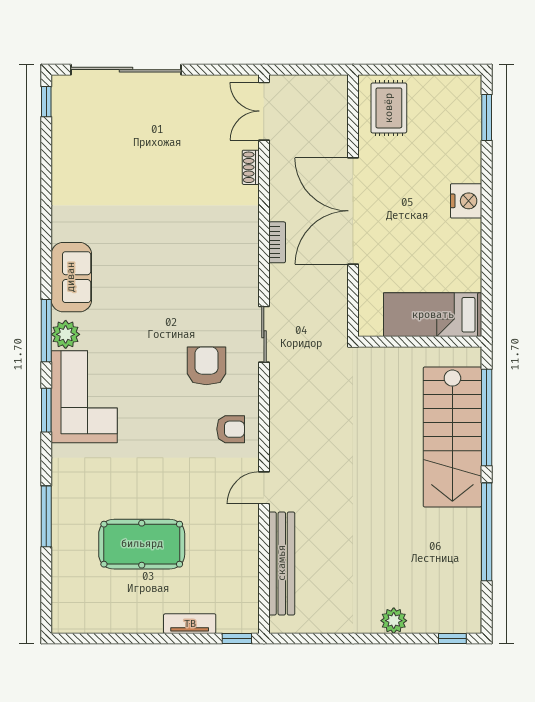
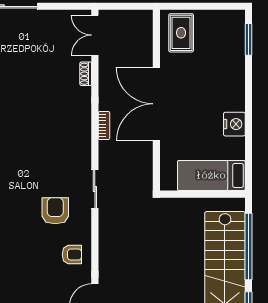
nightstand: (466, 201) -> (234, 124), moved

